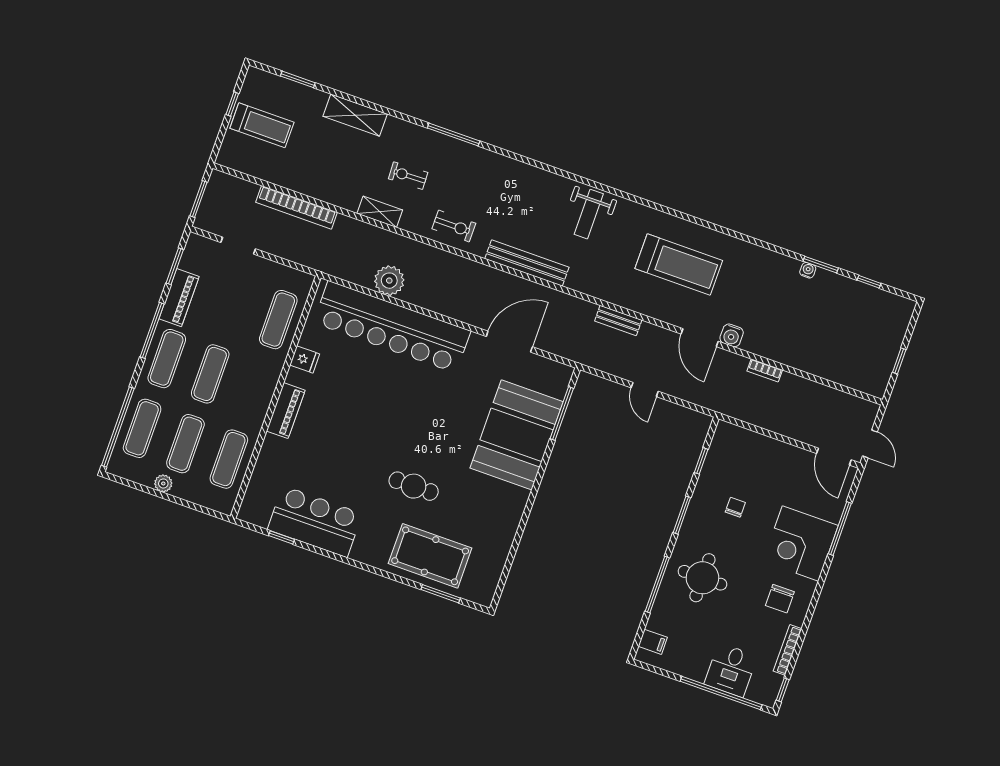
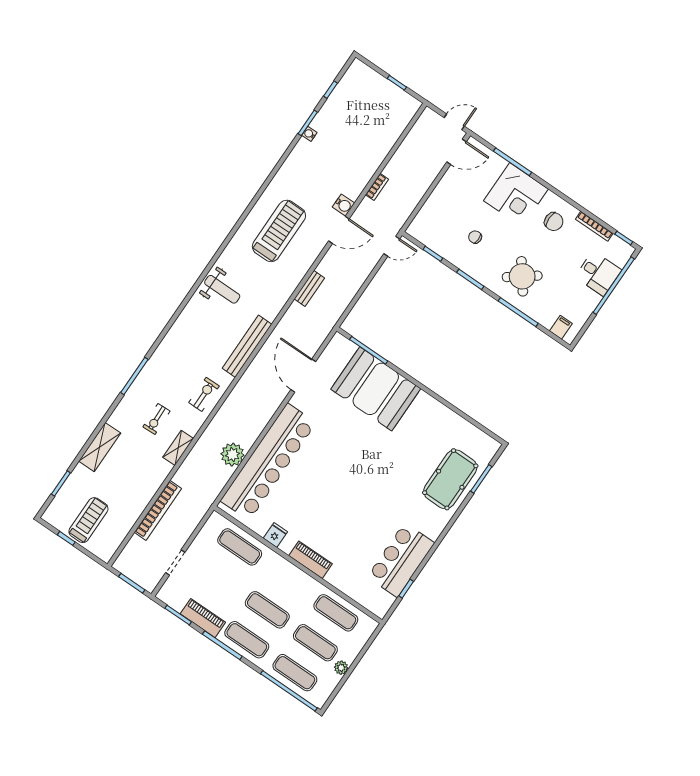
door: (645, 390) -> (392, 246), moved
cafe table: (414, 486) -> (394, 478), removed
round table: (702, 578) -> (522, 276), turned -37

